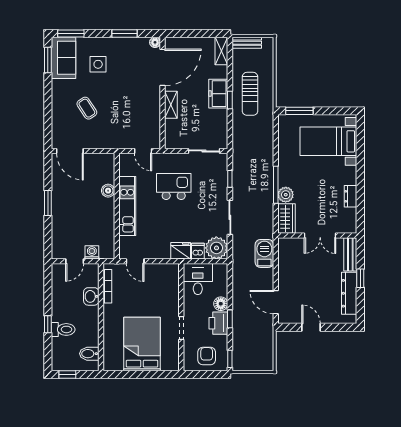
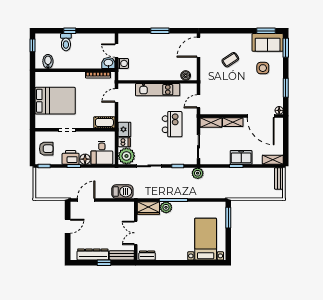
sun lounger: (250, 94) -> (241, 181), removed
shelving: (171, 134) -> (211, 122), added
plant: (240, 152) -> (198, 173), added
boiler: (108, 191) -> (186, 75), moved
dresser: (351, 196) -> (147, 256), moved
cot: (171, 278) -> (104, 122), added
desk: (198, 279) -> (102, 153), moved, turned 90
washbasin: (91, 296) -> (108, 63), moved

